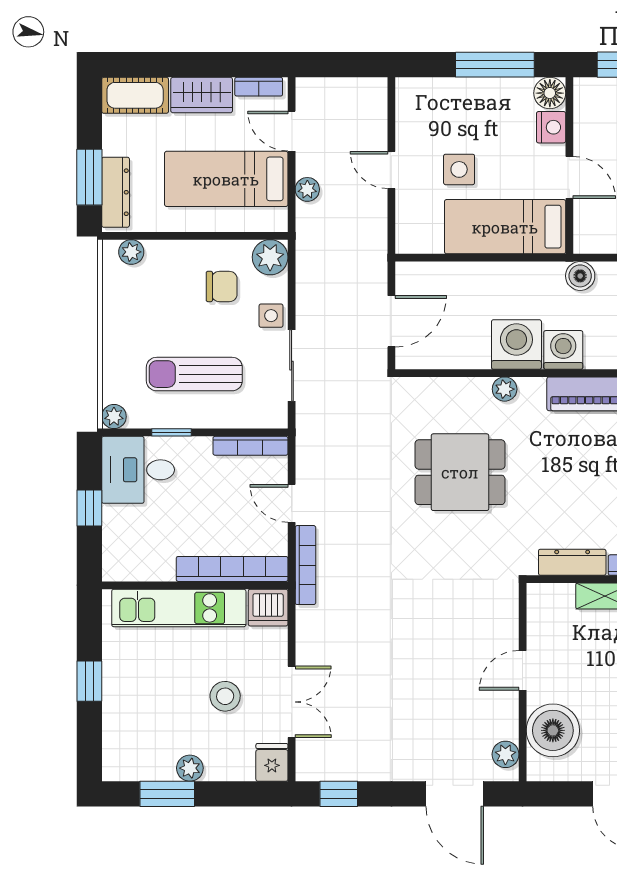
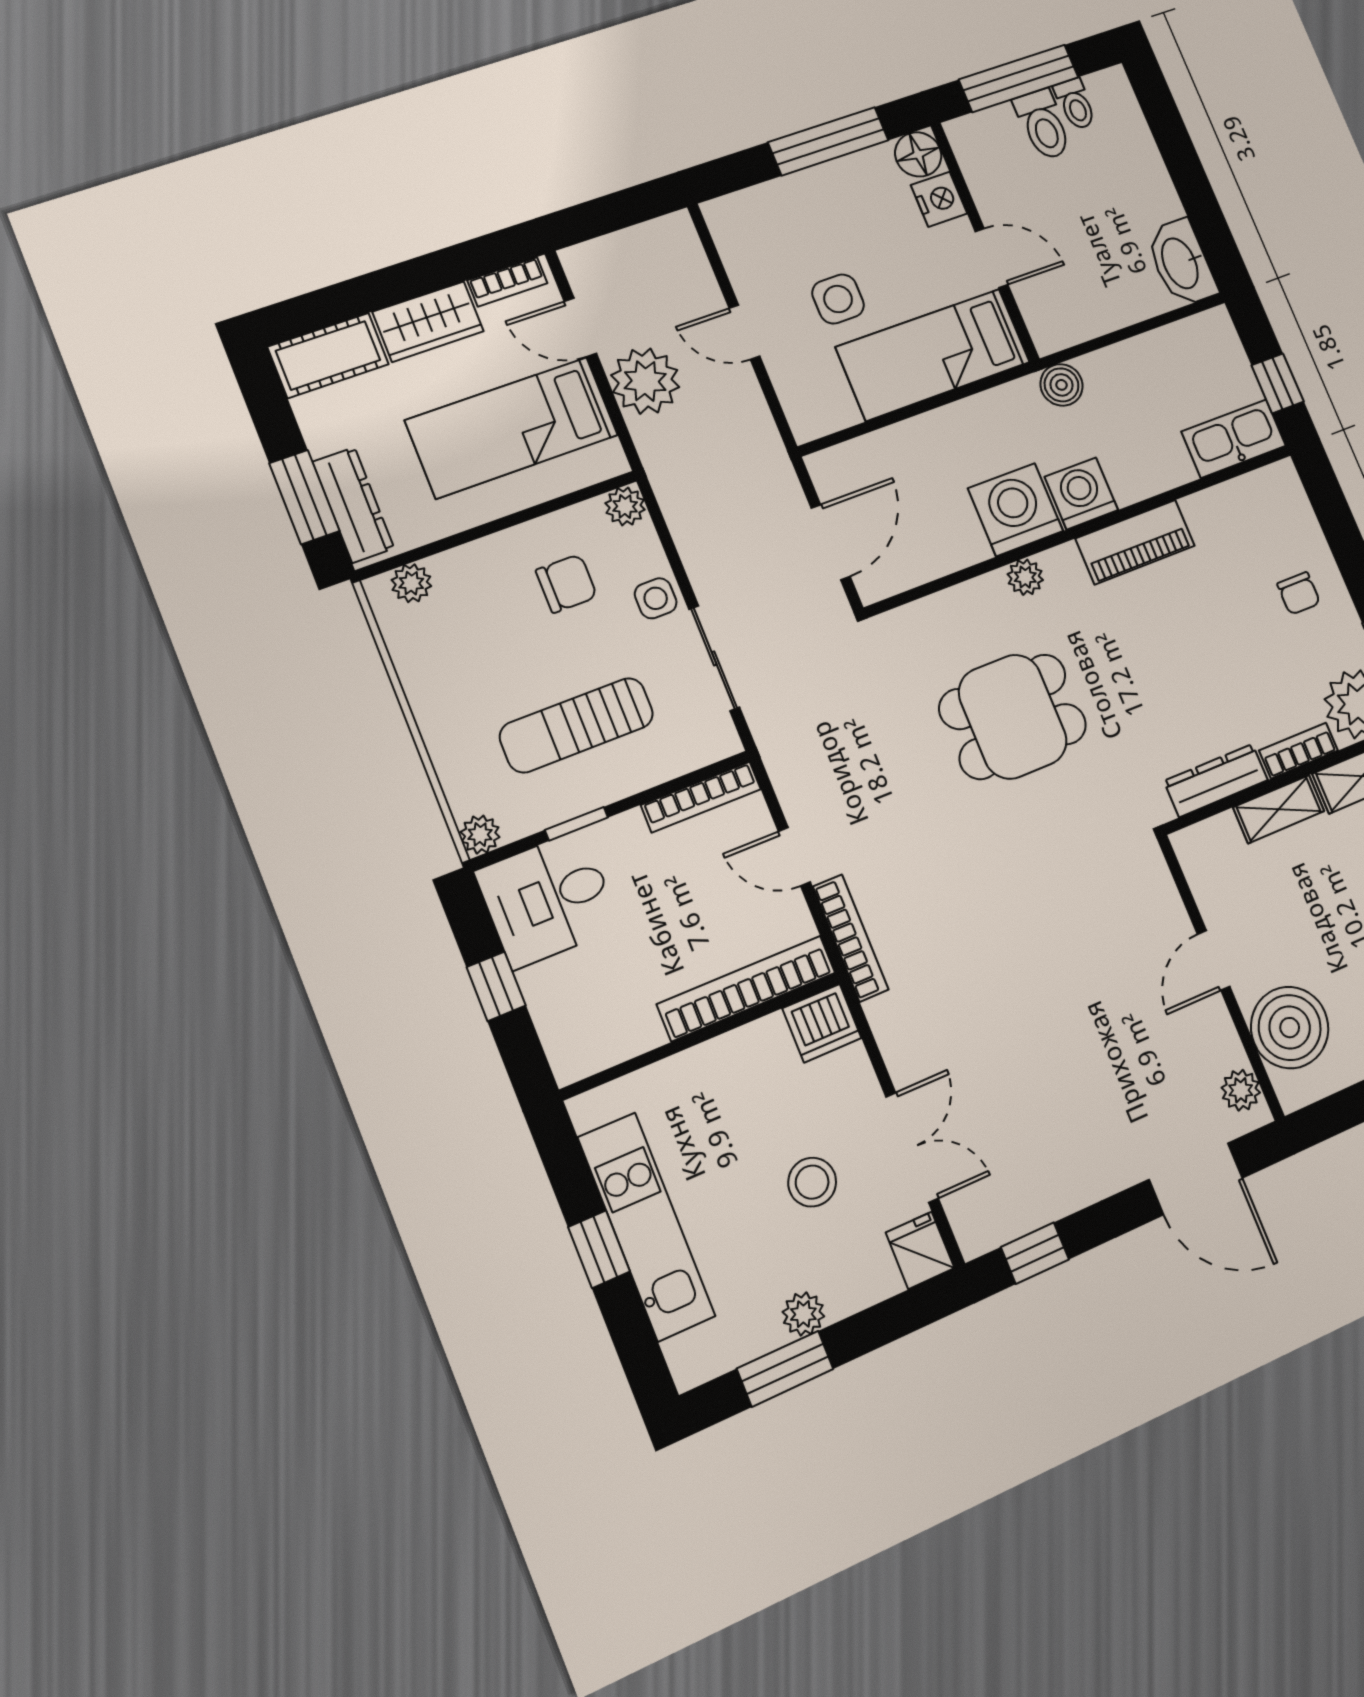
plant: (307, 189) -> (645, 381), width x1.88, depth x1.88
plant: (270, 257) -> (625, 506), width x0.73, depth x0.73
kitchen unit: (179, 608) -> (646, 1227), moved, turned -90

